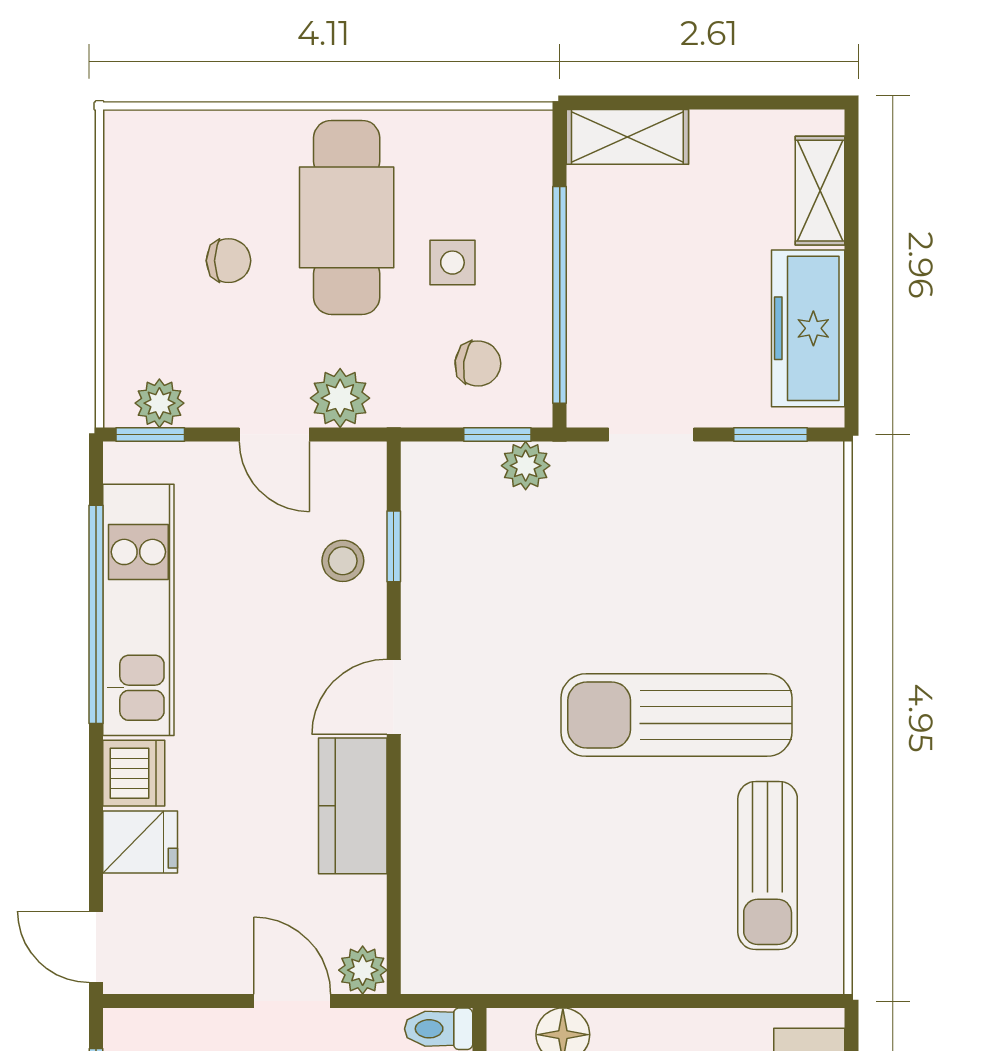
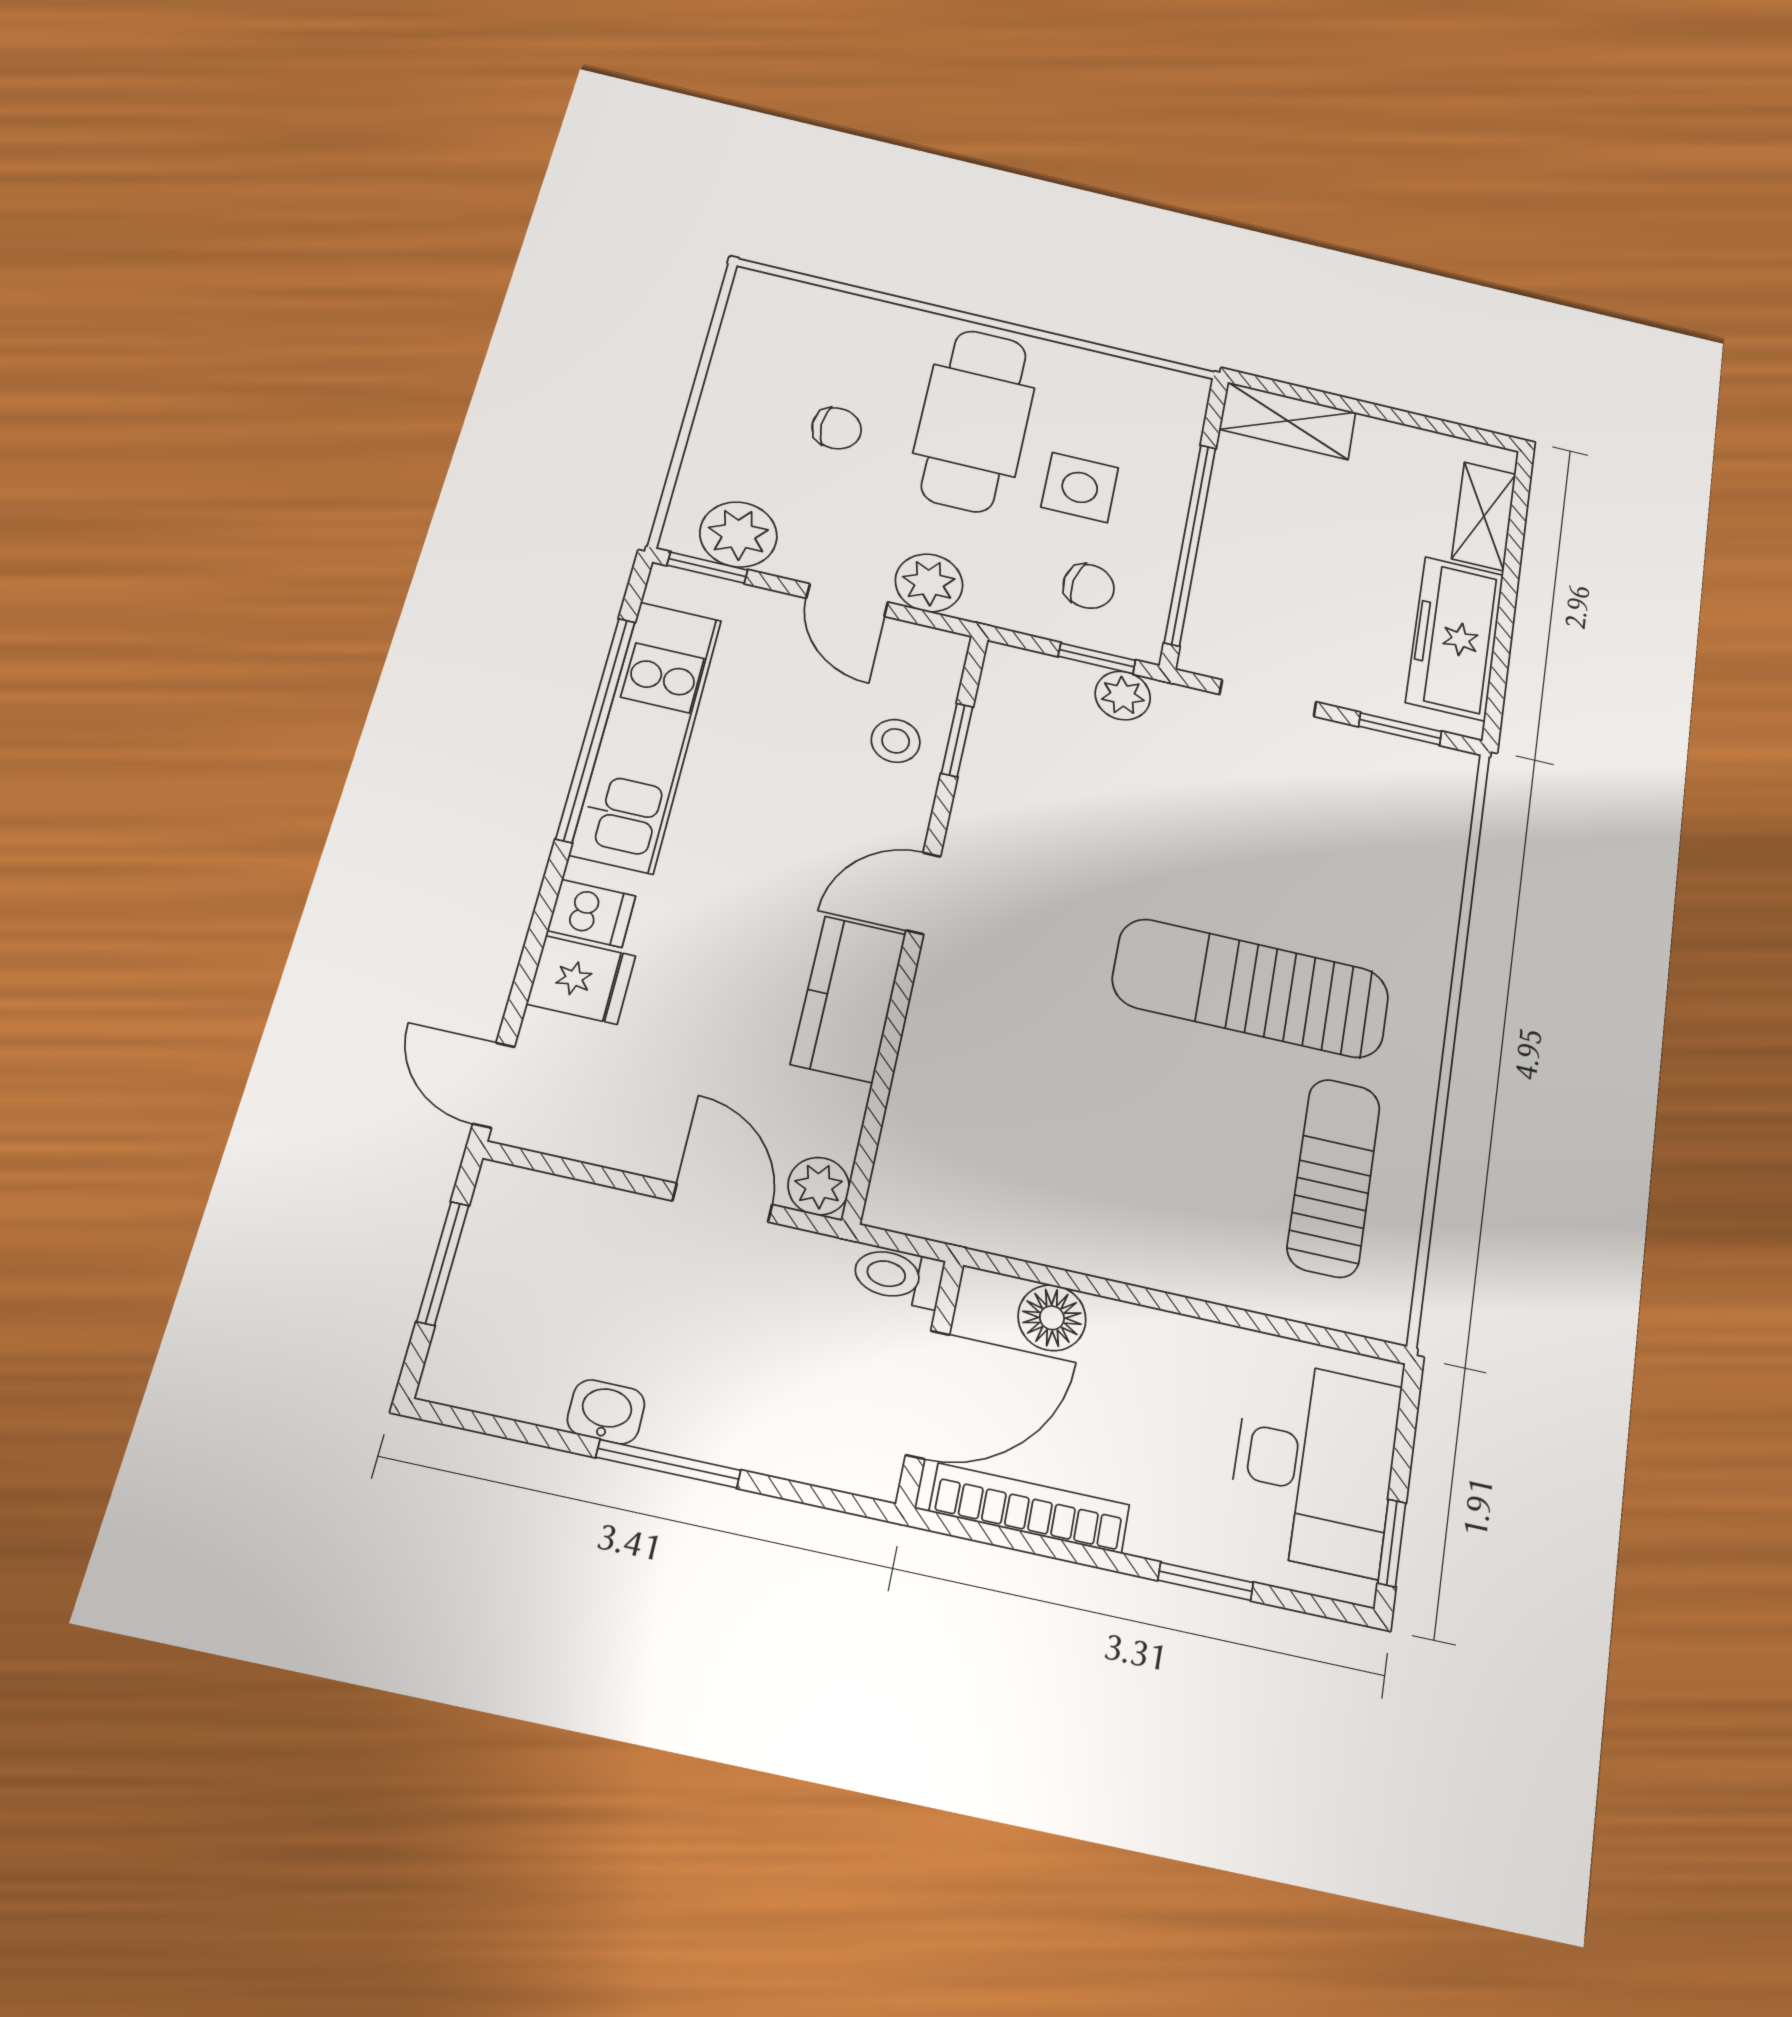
side table: (452, 263) -> (1080, 487), width x1.37, depth x1.37
plant: (159, 403) -> (738, 534), width x1.38, depth x1.38
dishwasher: (134, 773) -> (592, 913), width x0.73
sun lounger: (768, 866) -> (1334, 1177), turned 180

